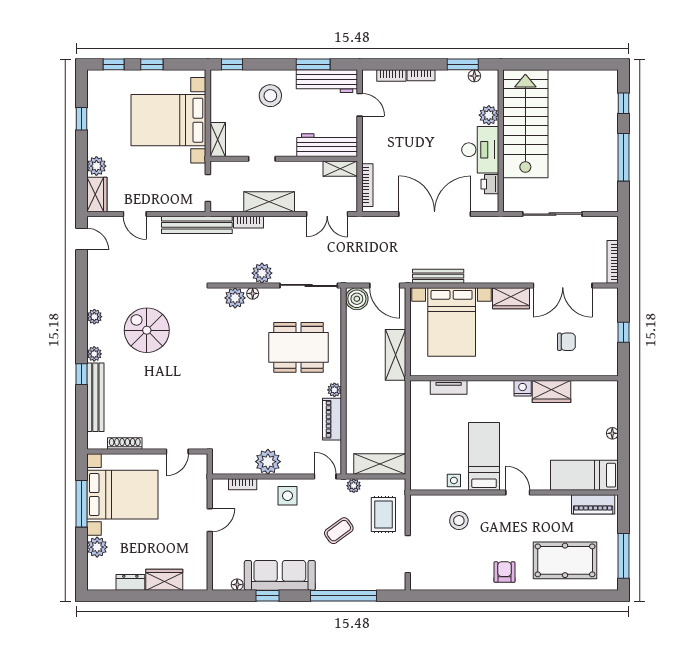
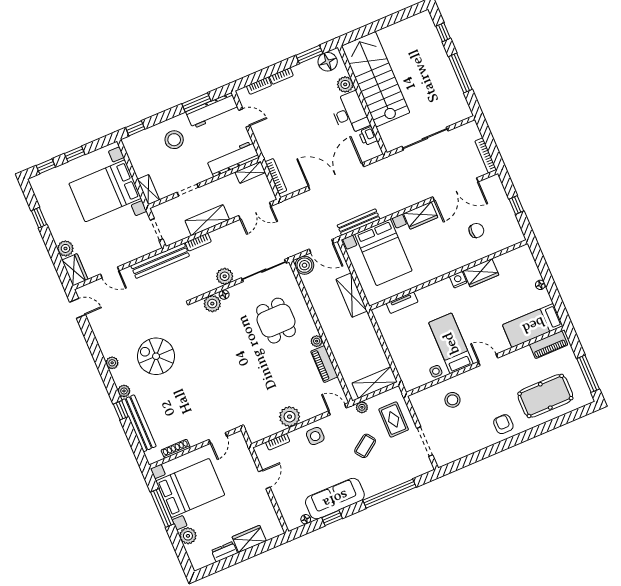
floor lamp: (474, 76) -> (328, 62), width x1.89, depth x1.89
dining table: (298, 347) -> (276, 321), width x0.73

